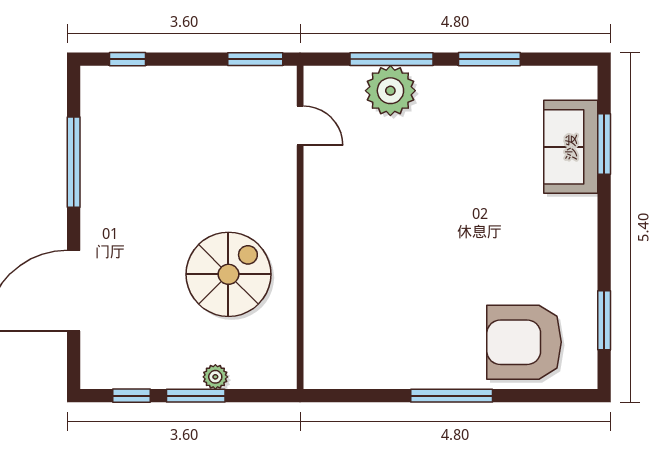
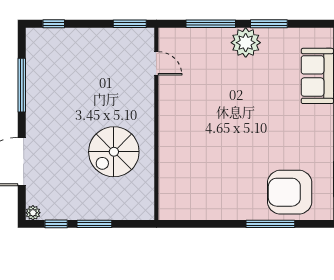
plant: (390, 91) -> (246, 43), moved
spiral stairs: (228, 274) -> (114, 152), turned 180
plant: (215, 377) -> (33, 213), moved
window: (452, 396) -> (270, 224), moved

